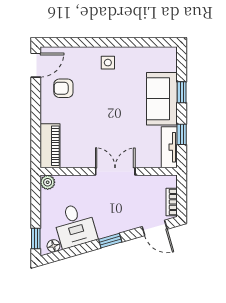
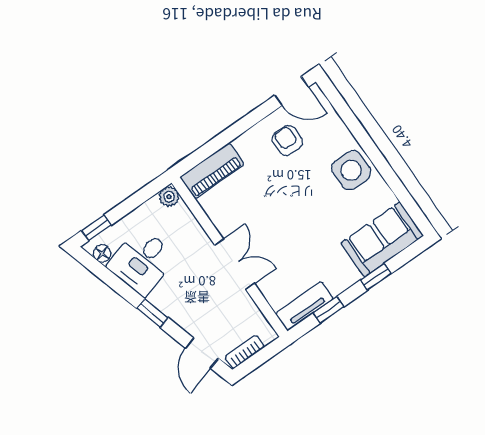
side table: (108, 63) -> (351, 170), width x1.87, depth x1.87
sofa: (162, 99) -> (382, 239), moved

